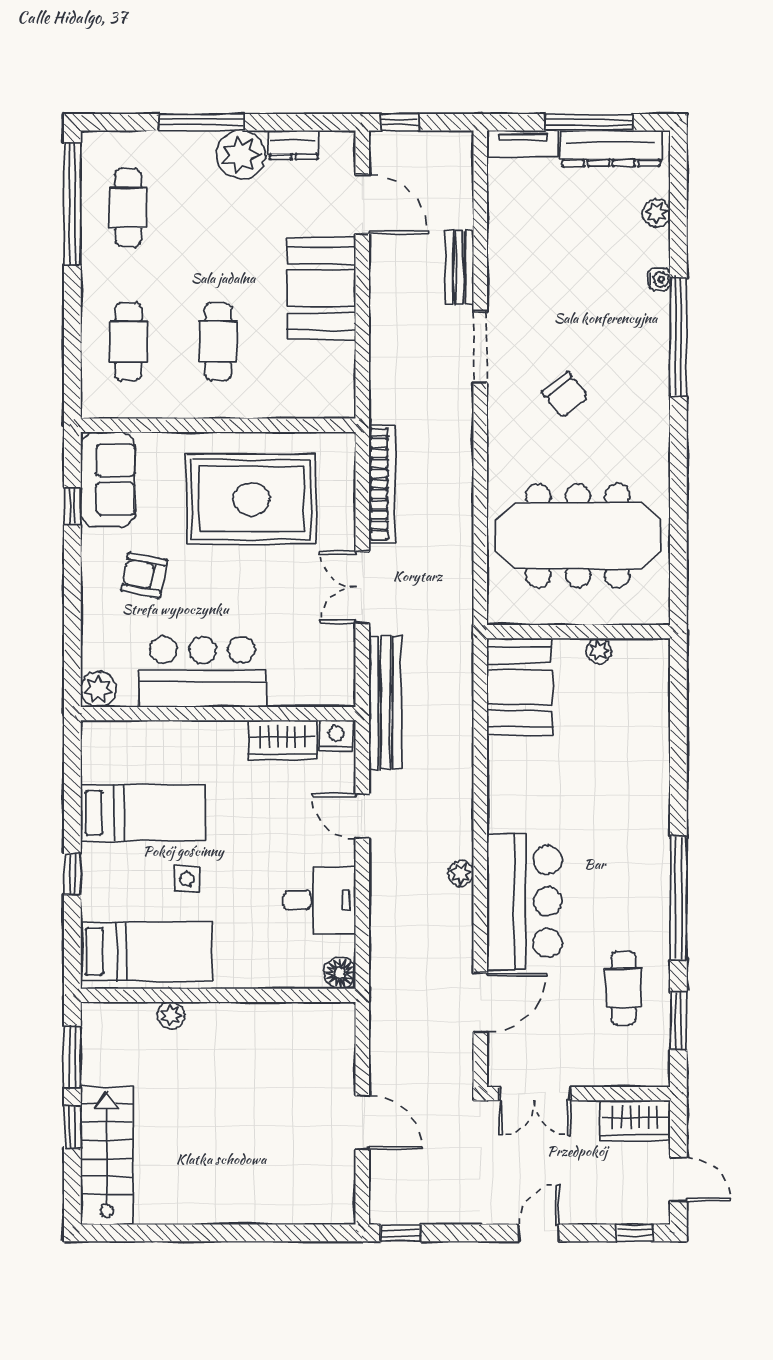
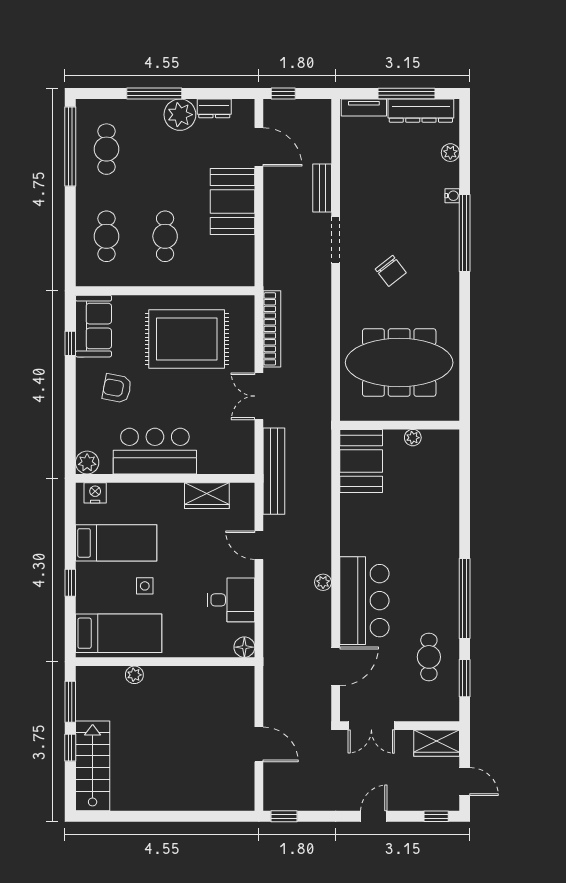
nightstand: (336, 736) -> (95, 493), moved

